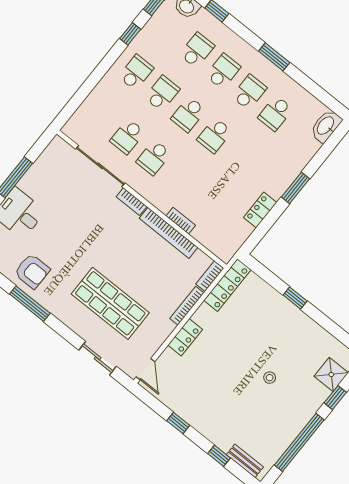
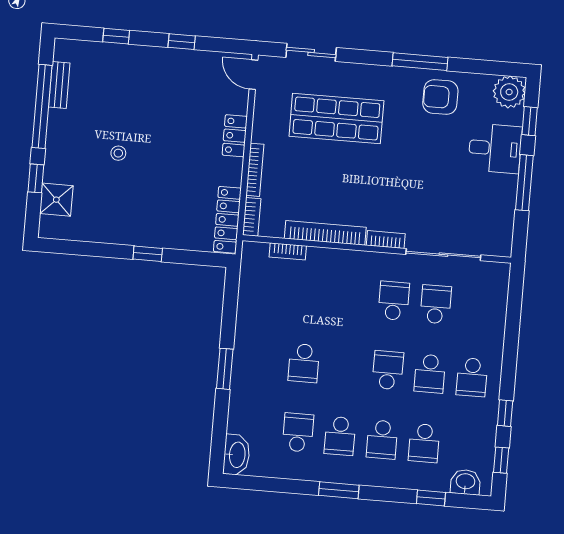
school desk: (215, 135) -> (304, 363), moved, turned 180
locker: (260, 210) -> (246, 321), removed
bookcase: (181, 221) -> (288, 251), moved
bench: (245, 461) -> (59, 85), moved, turned 90

